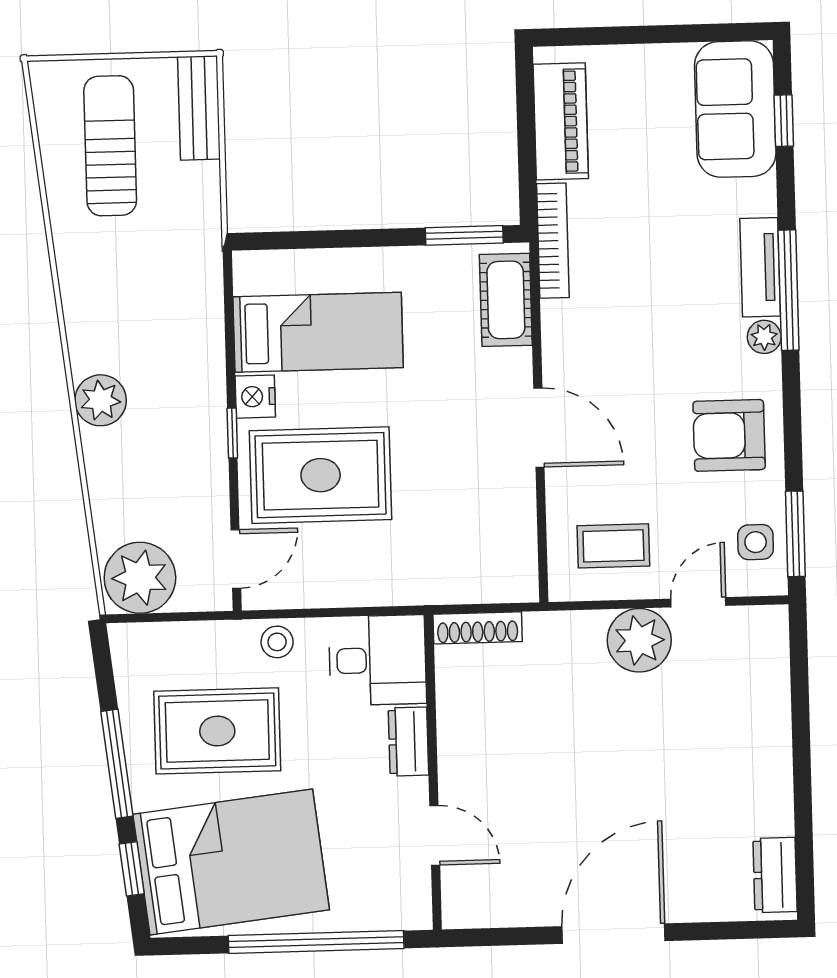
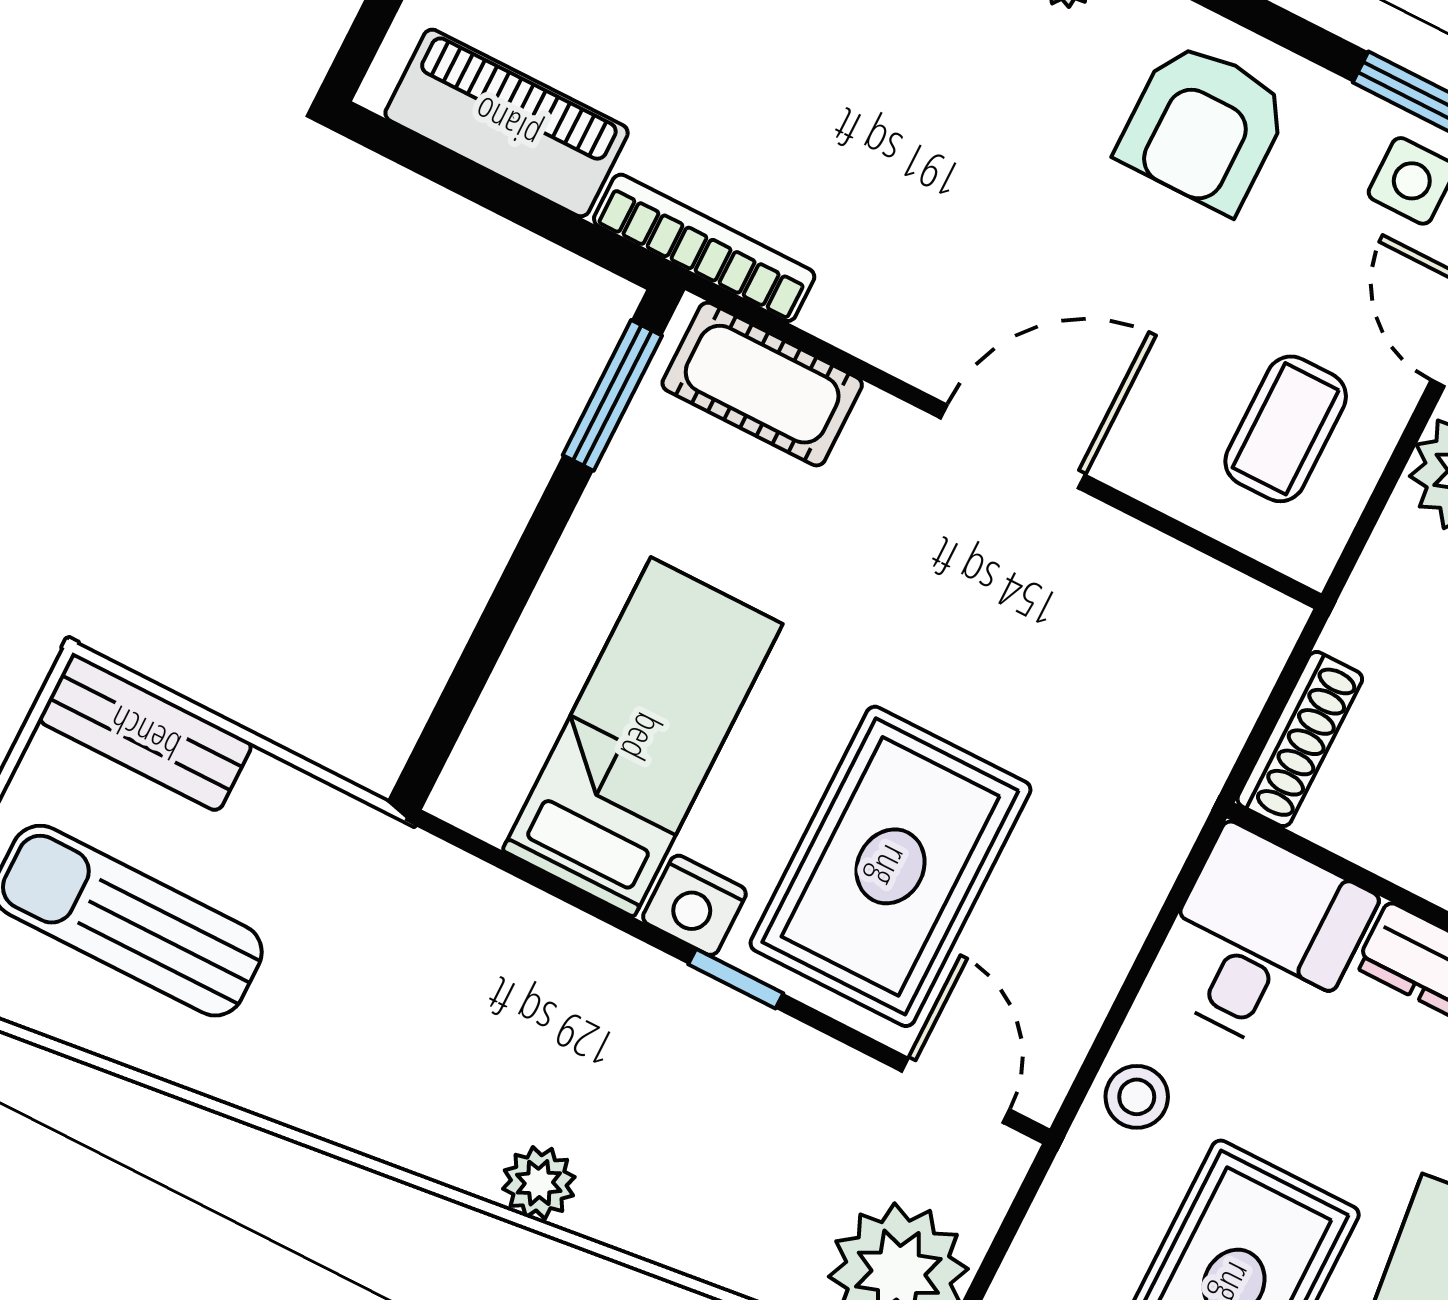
plant: (101, 400) -> (539, 1183), width x0.73, depth x0.73

